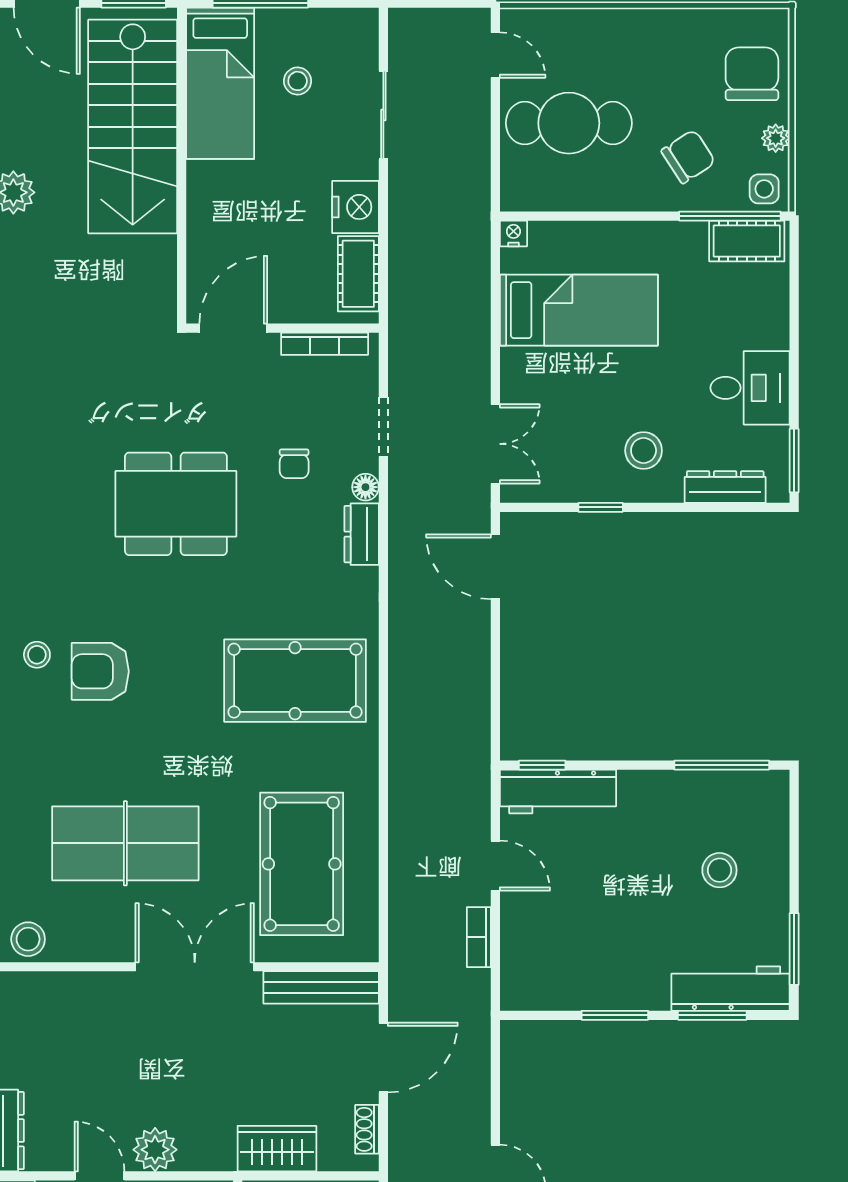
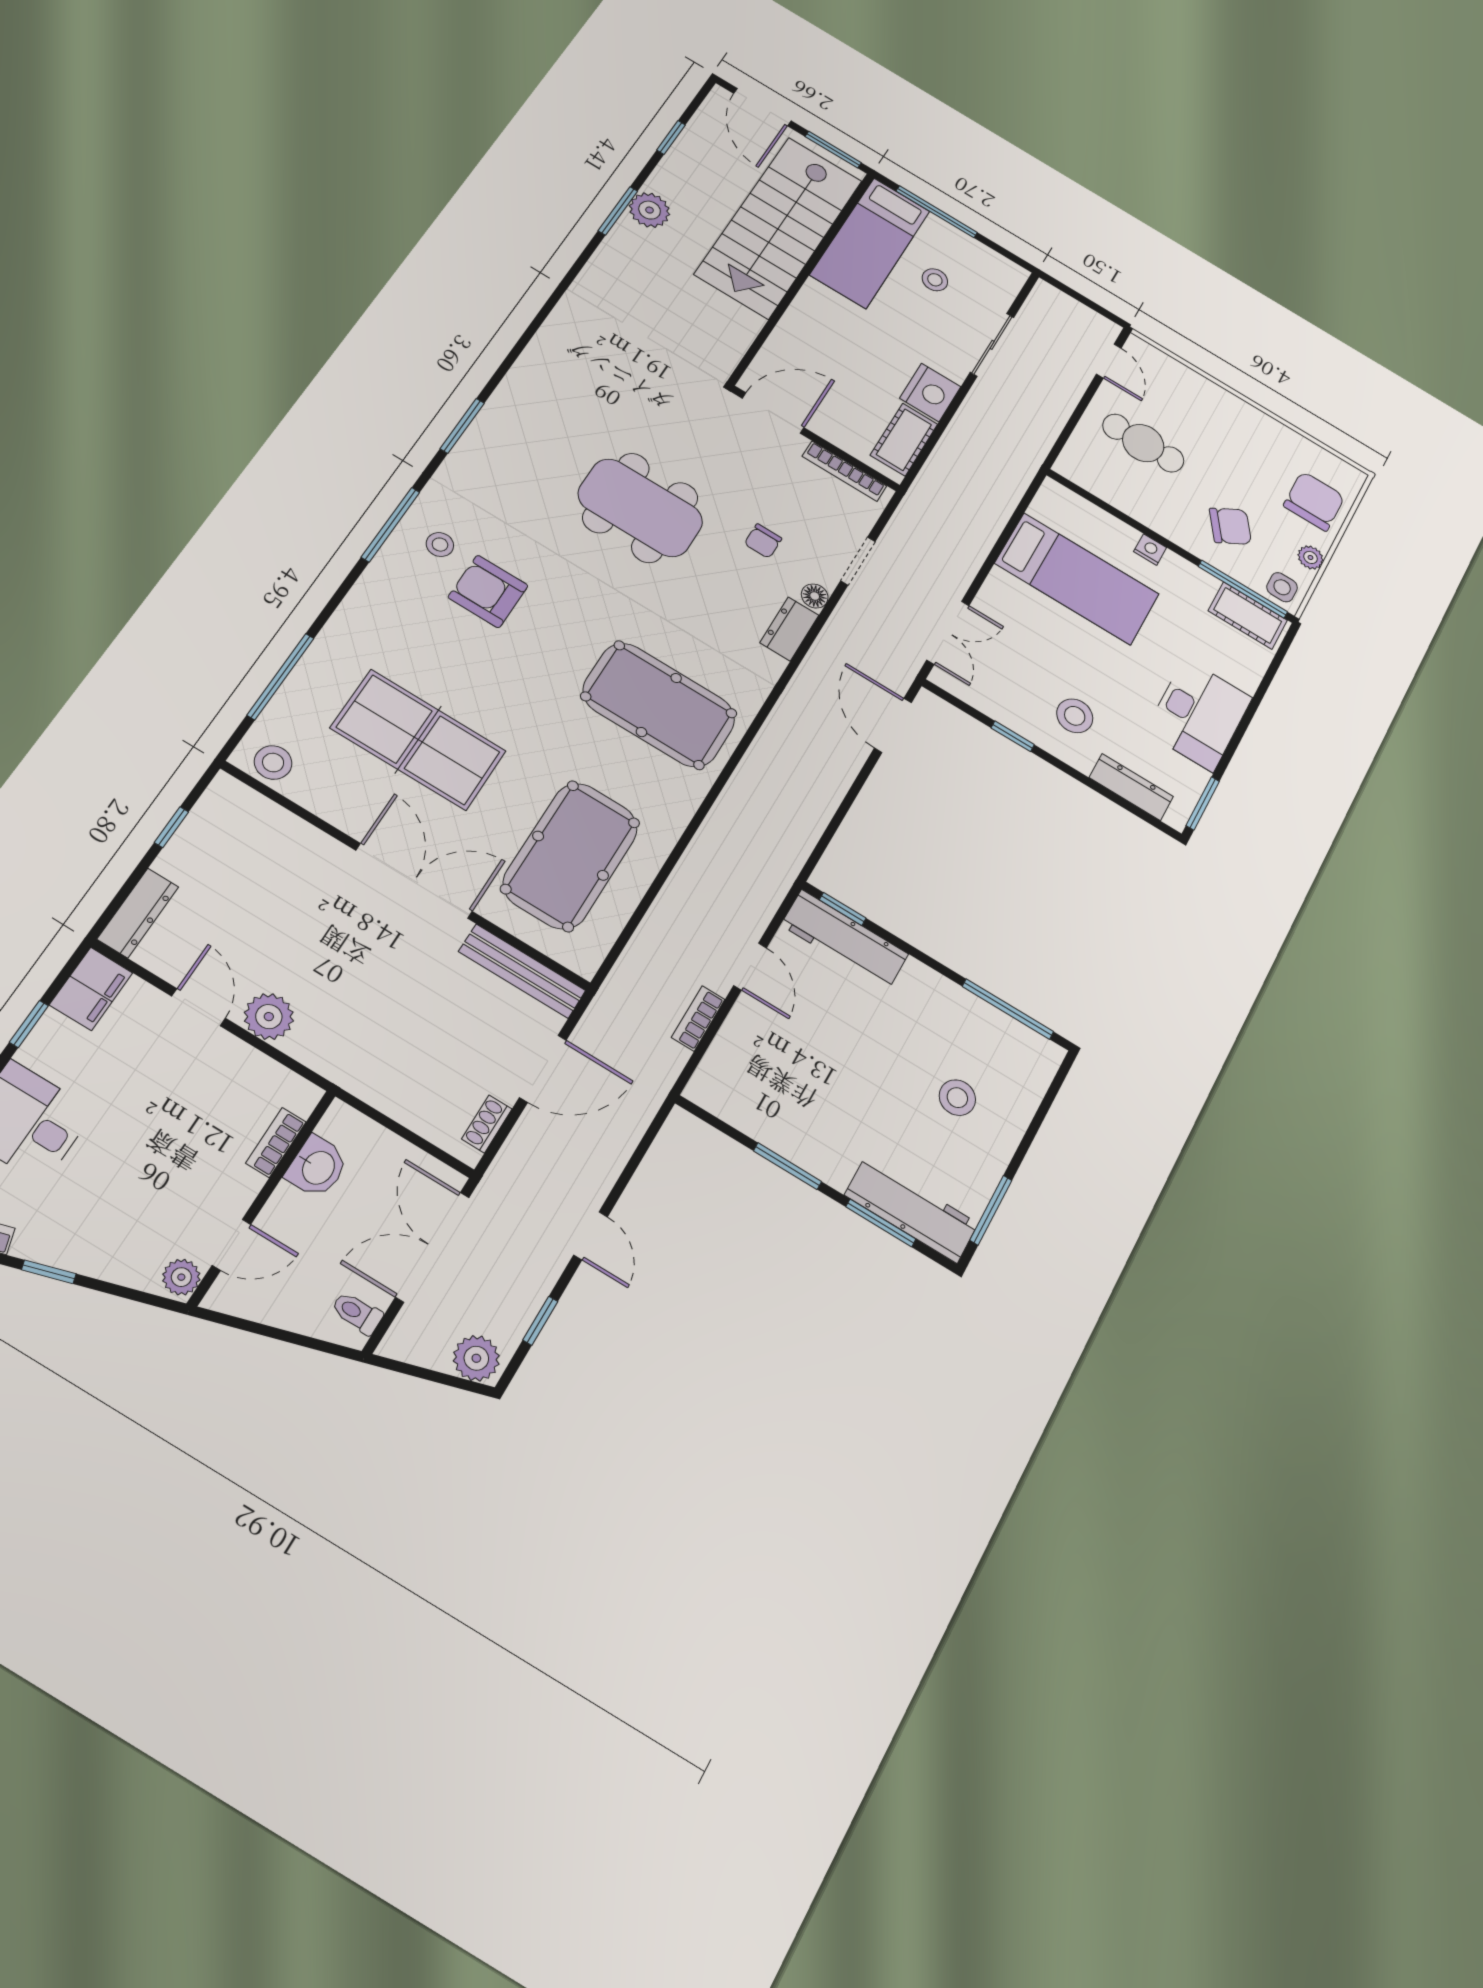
cafe table: (569, 123) -> (1143, 443), width x0.73, depth x0.74
nightstand: (513, 233) -> (1150, 550), moved
desk: (750, 388) -> (1199, 715), width x1.37
wardrobe: (277, 1149) -> (388, 1088), removed

